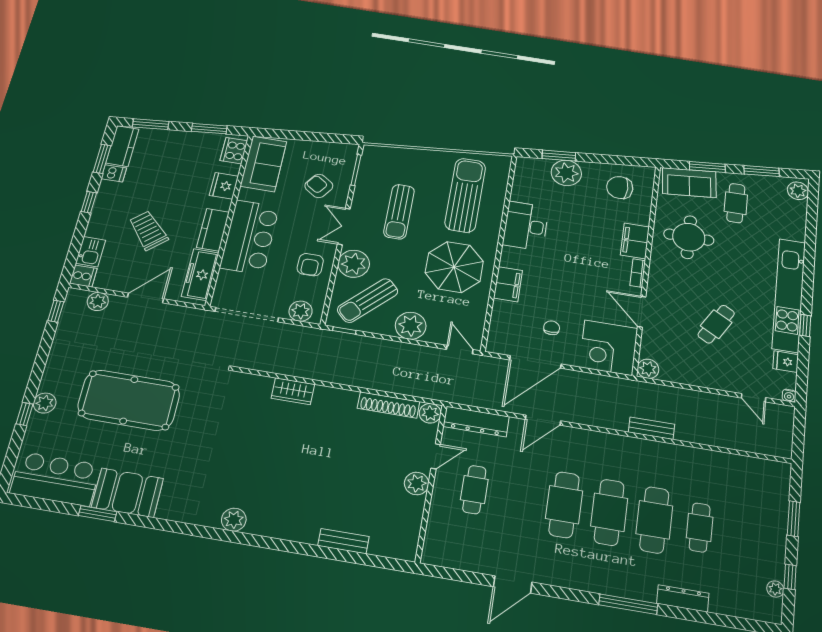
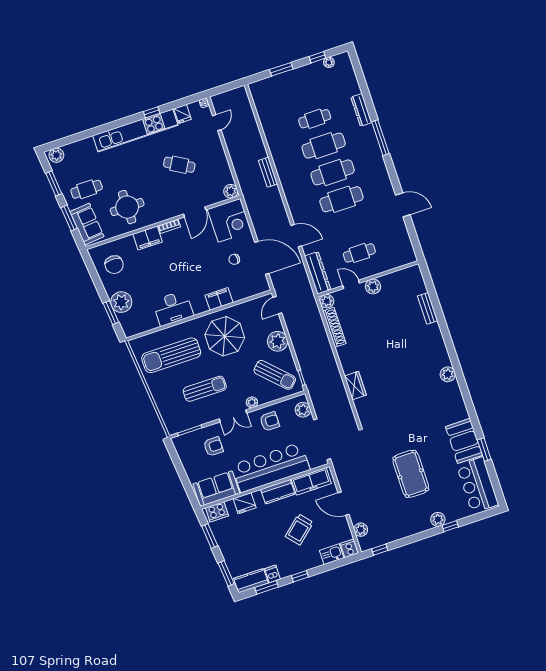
armchair: (319, 186) -> (213, 446), turned -125
bar counter: (250, 237) -> (271, 467), width x1.36
plant: (354, 264) -> (252, 402), width x0.53, depth x0.53
pool table: (129, 400) -> (411, 474), width x0.73, depth x0.76

